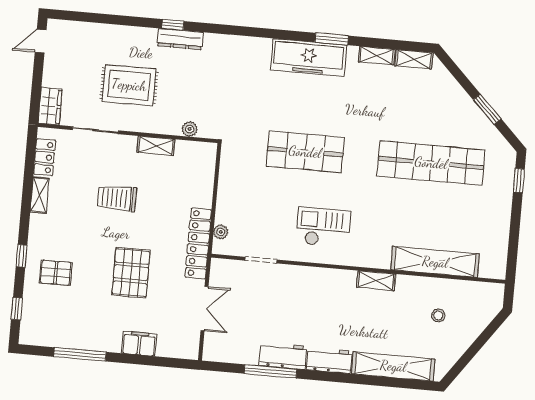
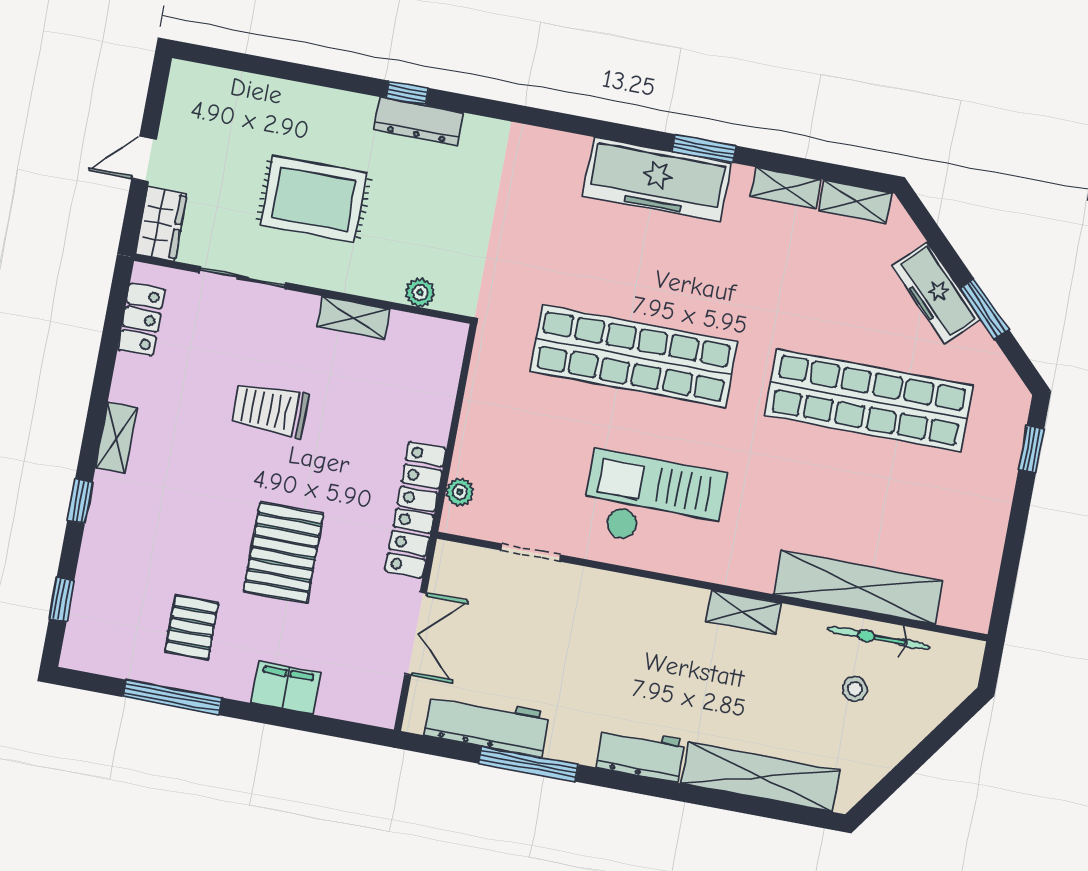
door: (41, 41) -> (144, 159), moved
freezer: (461, 103) -> (936, 293), added
shop shelf: (305, 152) -> (634, 356), width x1.40
shelving: (40, 195) -> (116, 437), moved
checkout: (323, 227) -> (654, 502), width x1.36, depth x1.21
pallet: (56, 273) -> (192, 627), moved, turned 90
bicycle: (448, 287) -> (879, 638), added
workbench: (283, 356) -> (487, 724), moved, width x1.38

